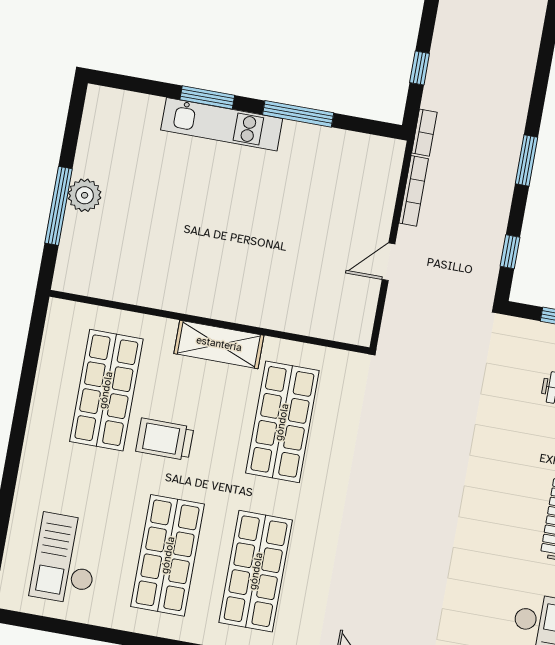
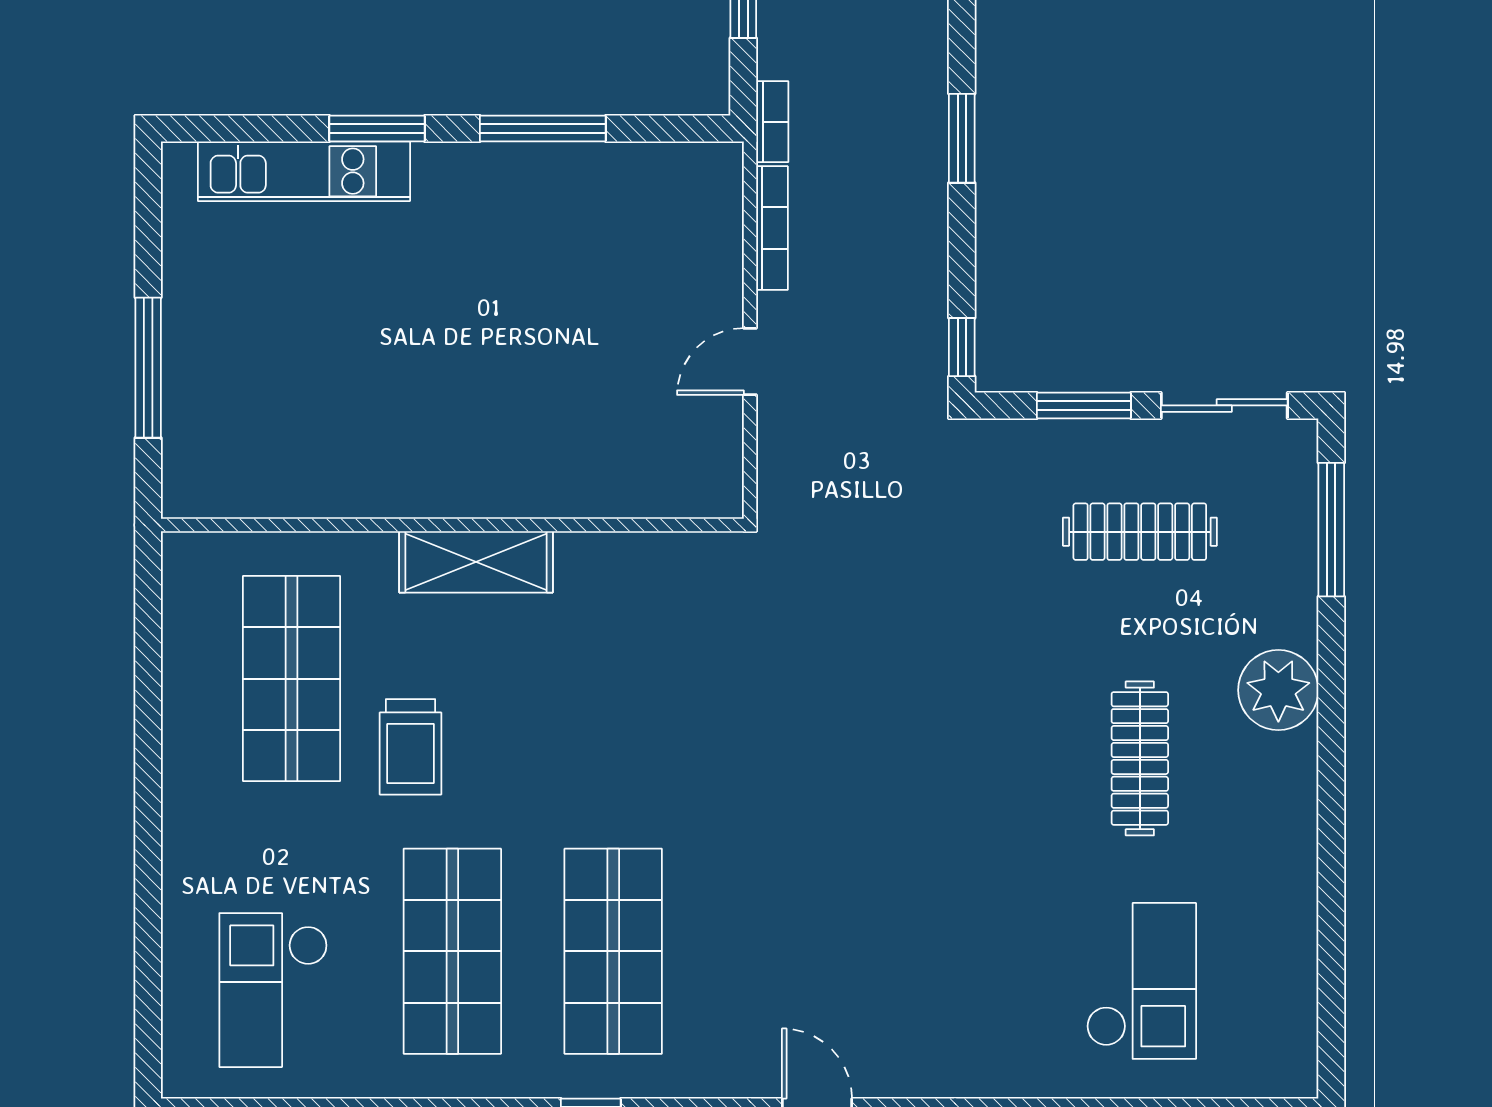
kitchen unit: (222, 124) -> (304, 171), moved
plant: (85, 195) -> (191, 341), removed
window: (510, 252) -> (962, 347), moved
shop shelf: (282, 422) -> (613, 679), removed
trolley: (165, 439) -> (410, 747), turned -90

